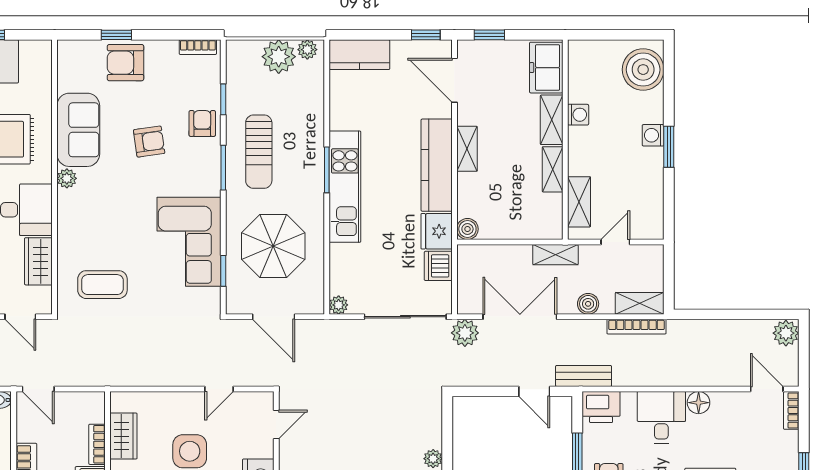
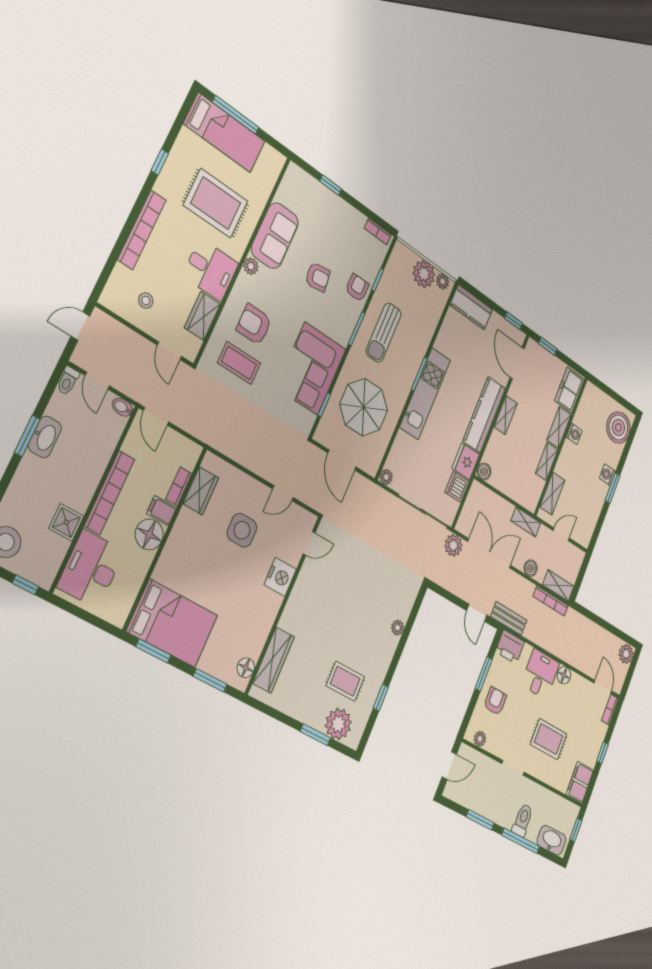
armchair: (126, 63) -> (254, 324), moved

